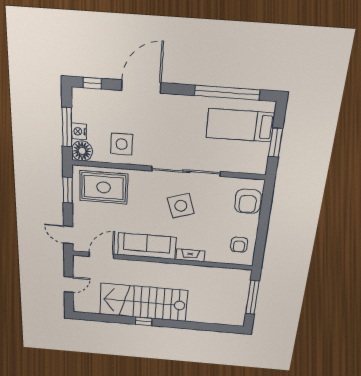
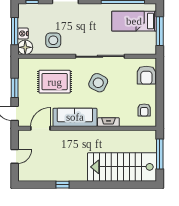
window: (275, 143) -> (160, 31), width x1.44
rug: (104, 187) -> (55, 82), moved
window: (68, 190) -> (15, 88), moved
side table: (181, 206) -> (98, 83), turned 45
stairs: (143, 302) -> (122, 167), moved
window: (144, 321) -> (63, 185), moved

